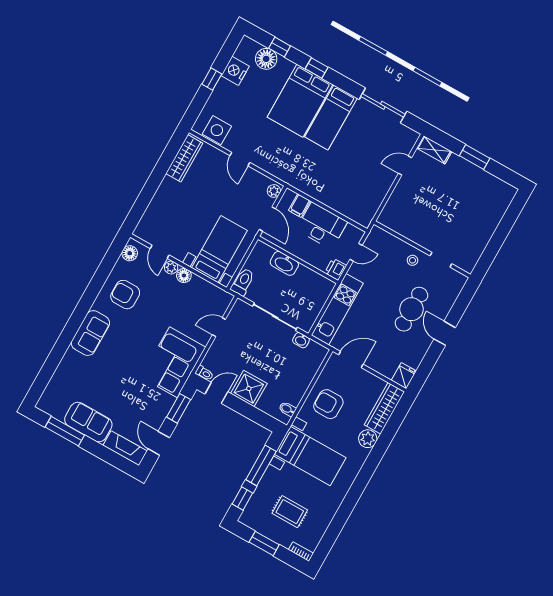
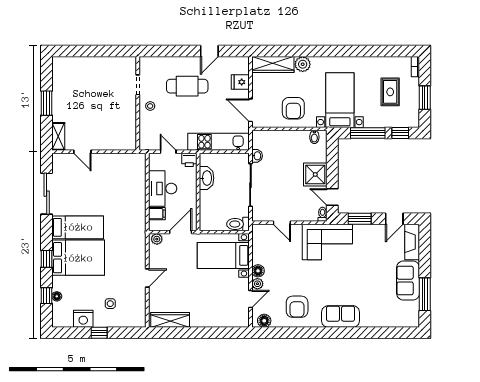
floor lamp: (266, 59) -> (57, 296), width x0.53, depth x0.53
side table: (217, 130) -> (110, 304), moved, width x0.54, depth x0.54
washbasin: (284, 263) -> (207, 178), moved
door: (445, 333) -> (209, 51), moved
fridge: (404, 376) -> (240, 82), moved

